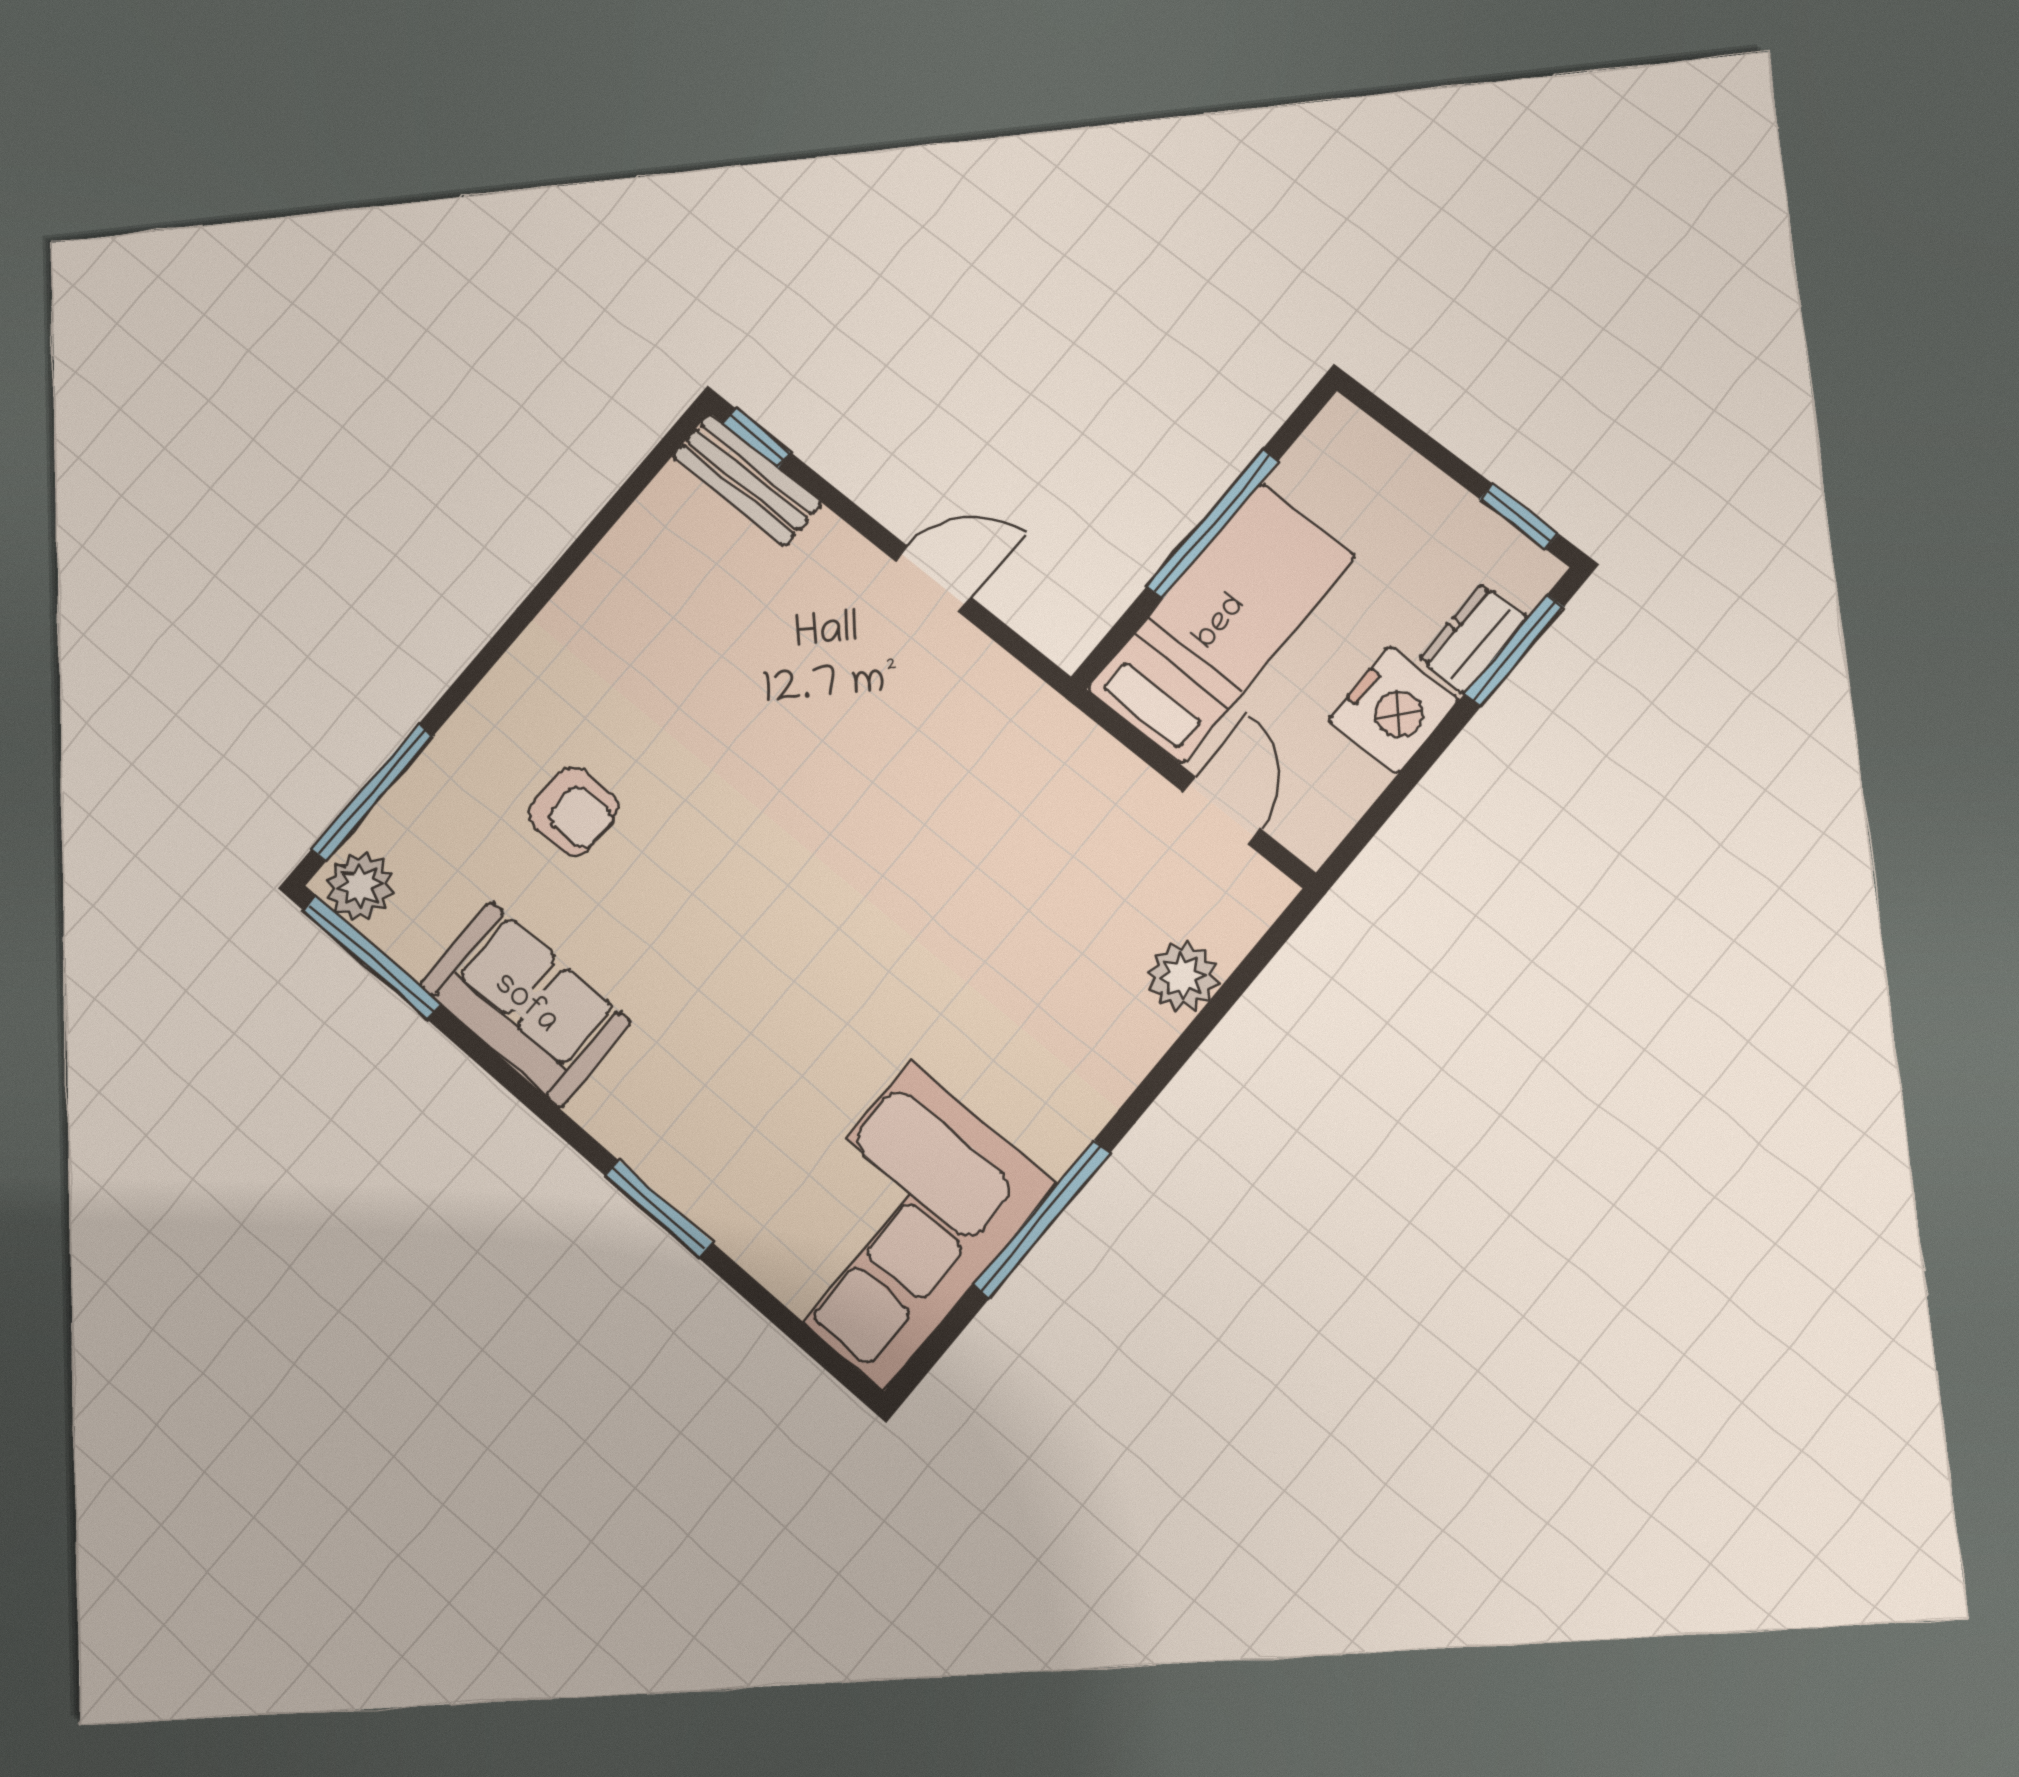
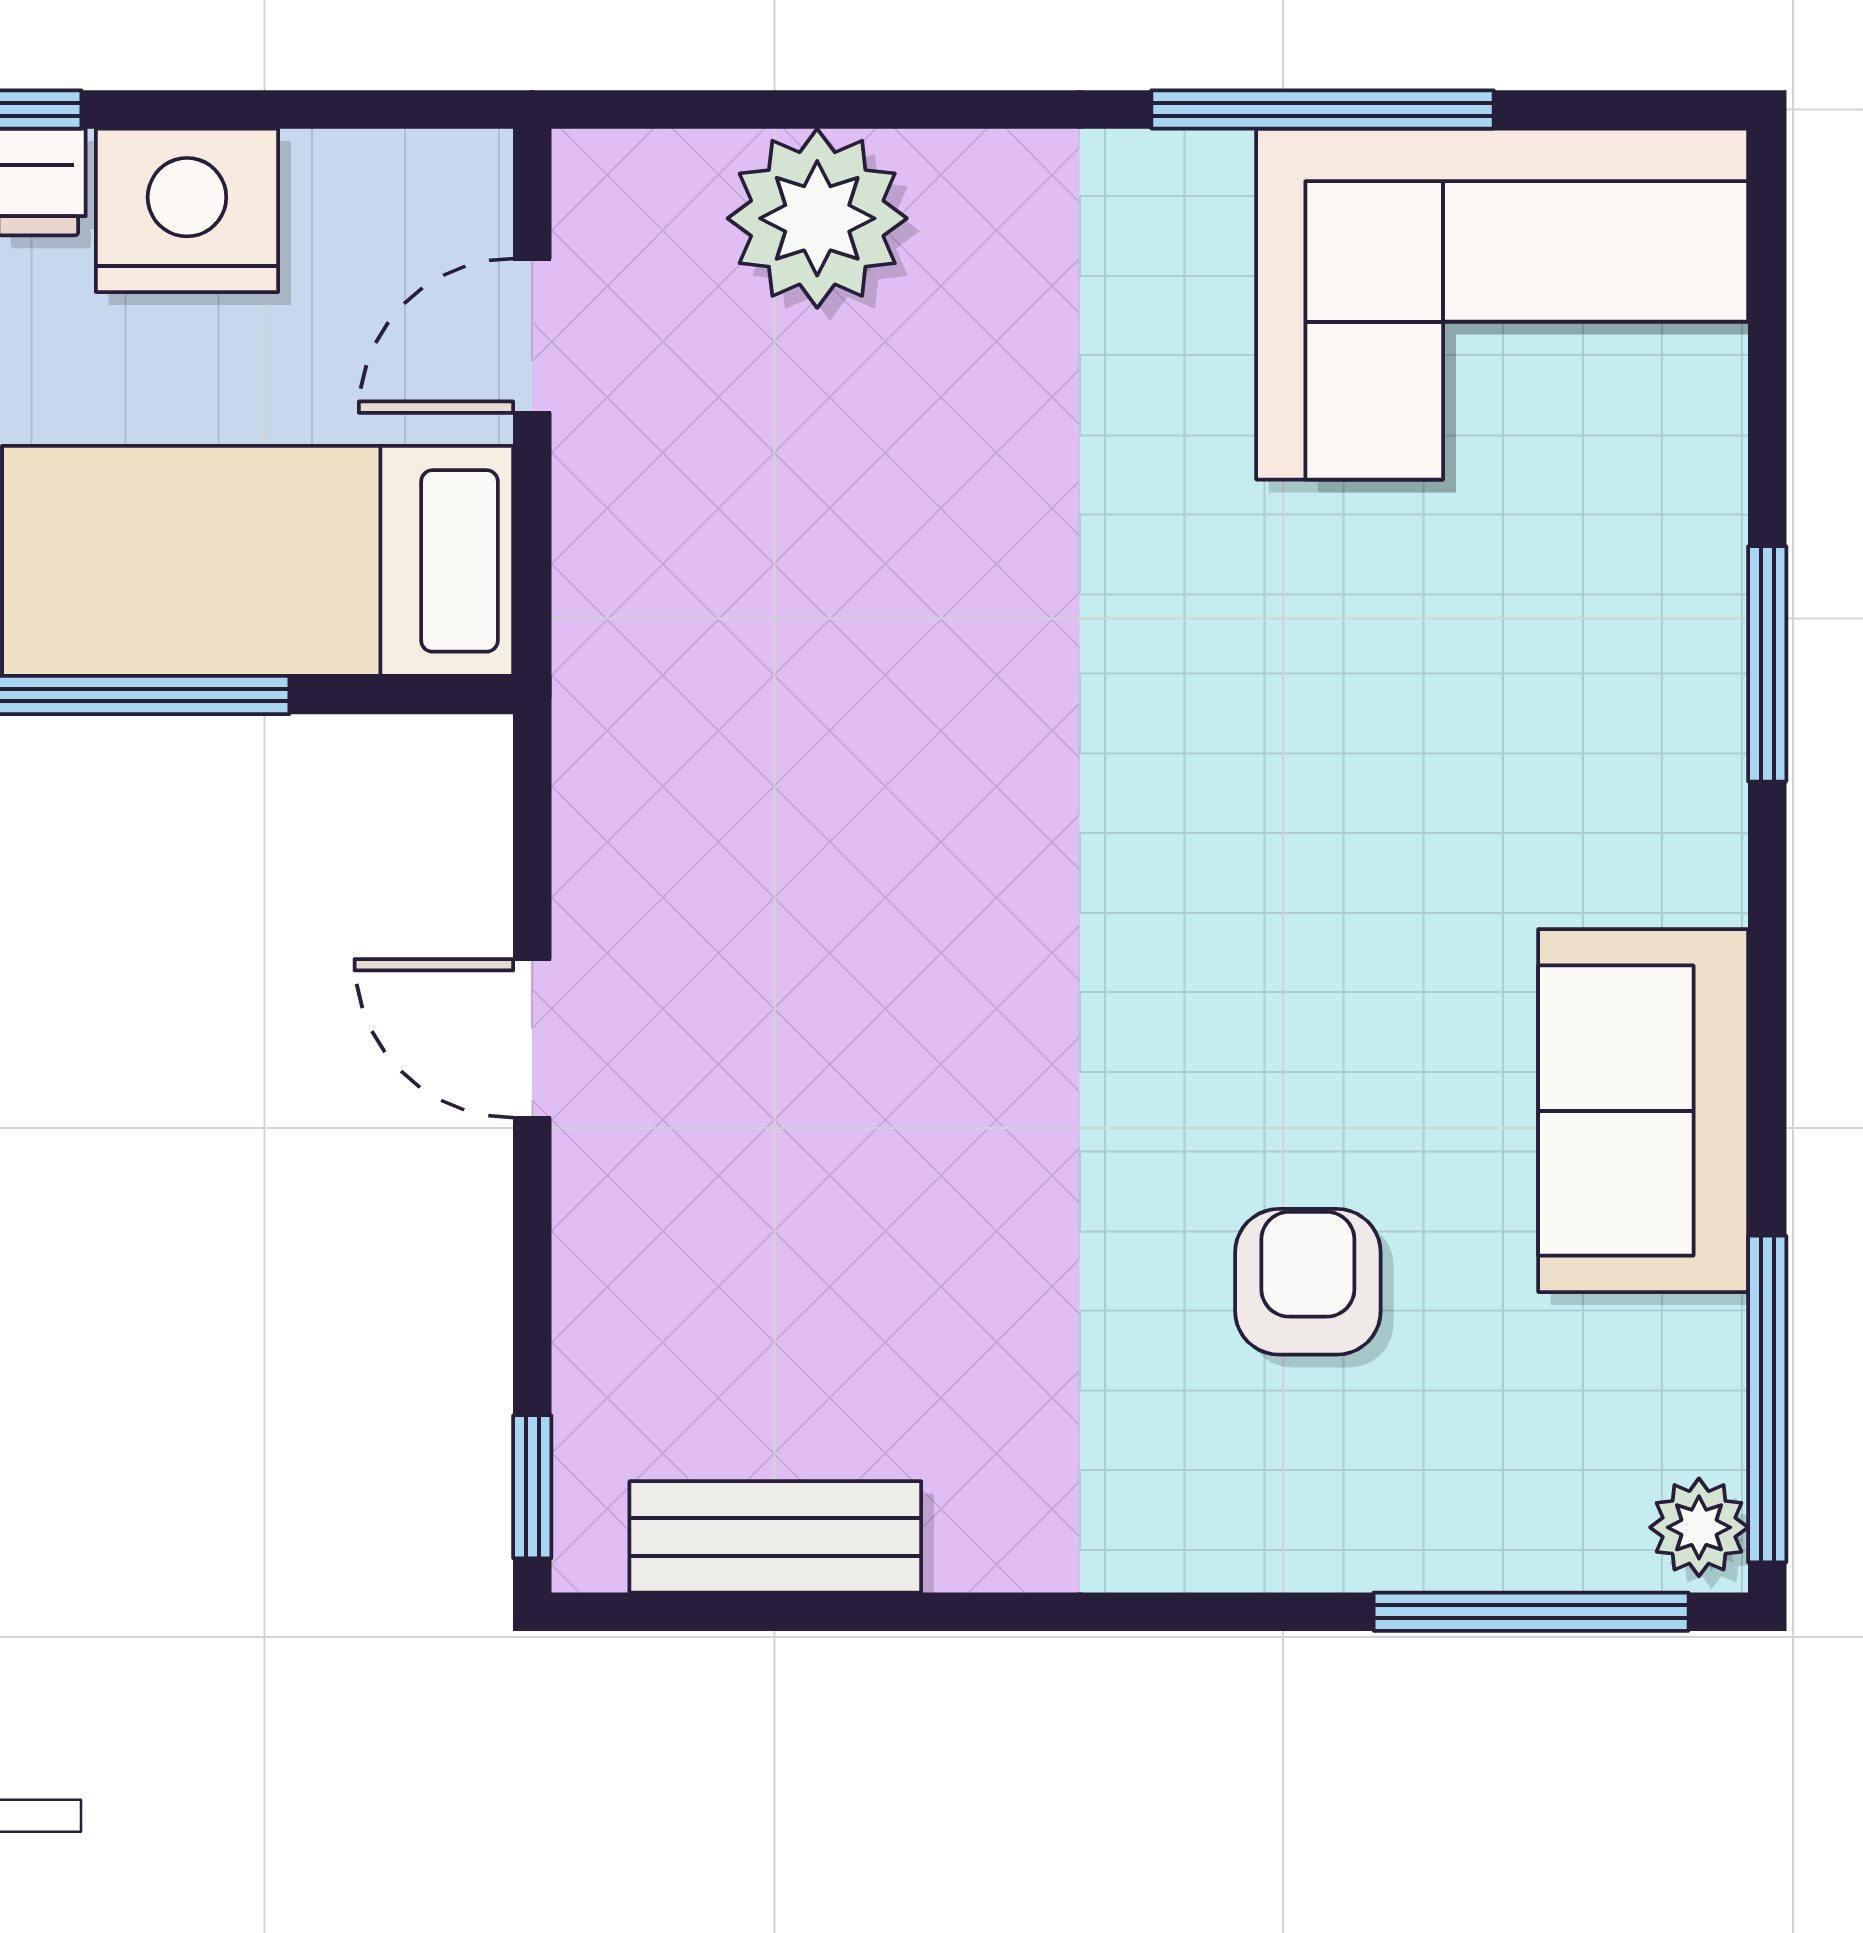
bench: (747, 480) -> (775, 1537), moved, turned 90
plant: (360, 886) -> (1699, 1527), width x0.73, depth x0.73
plant: (1183, 977) -> (817, 218), width x1.36, depth x1.36

